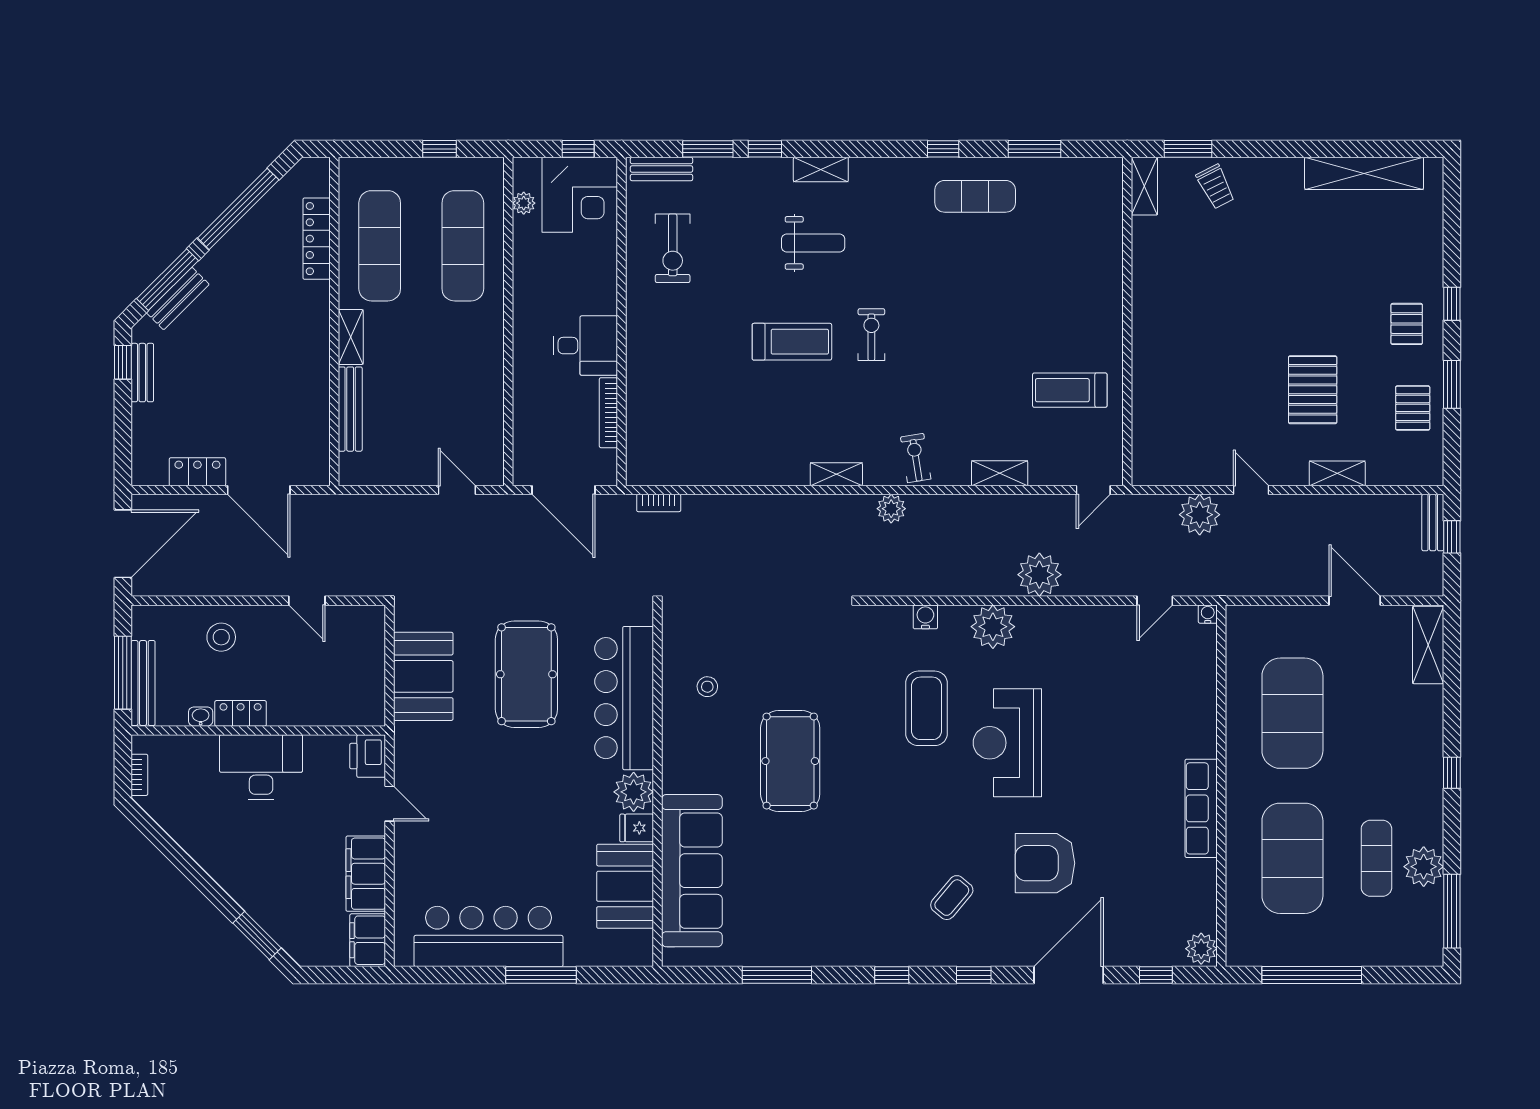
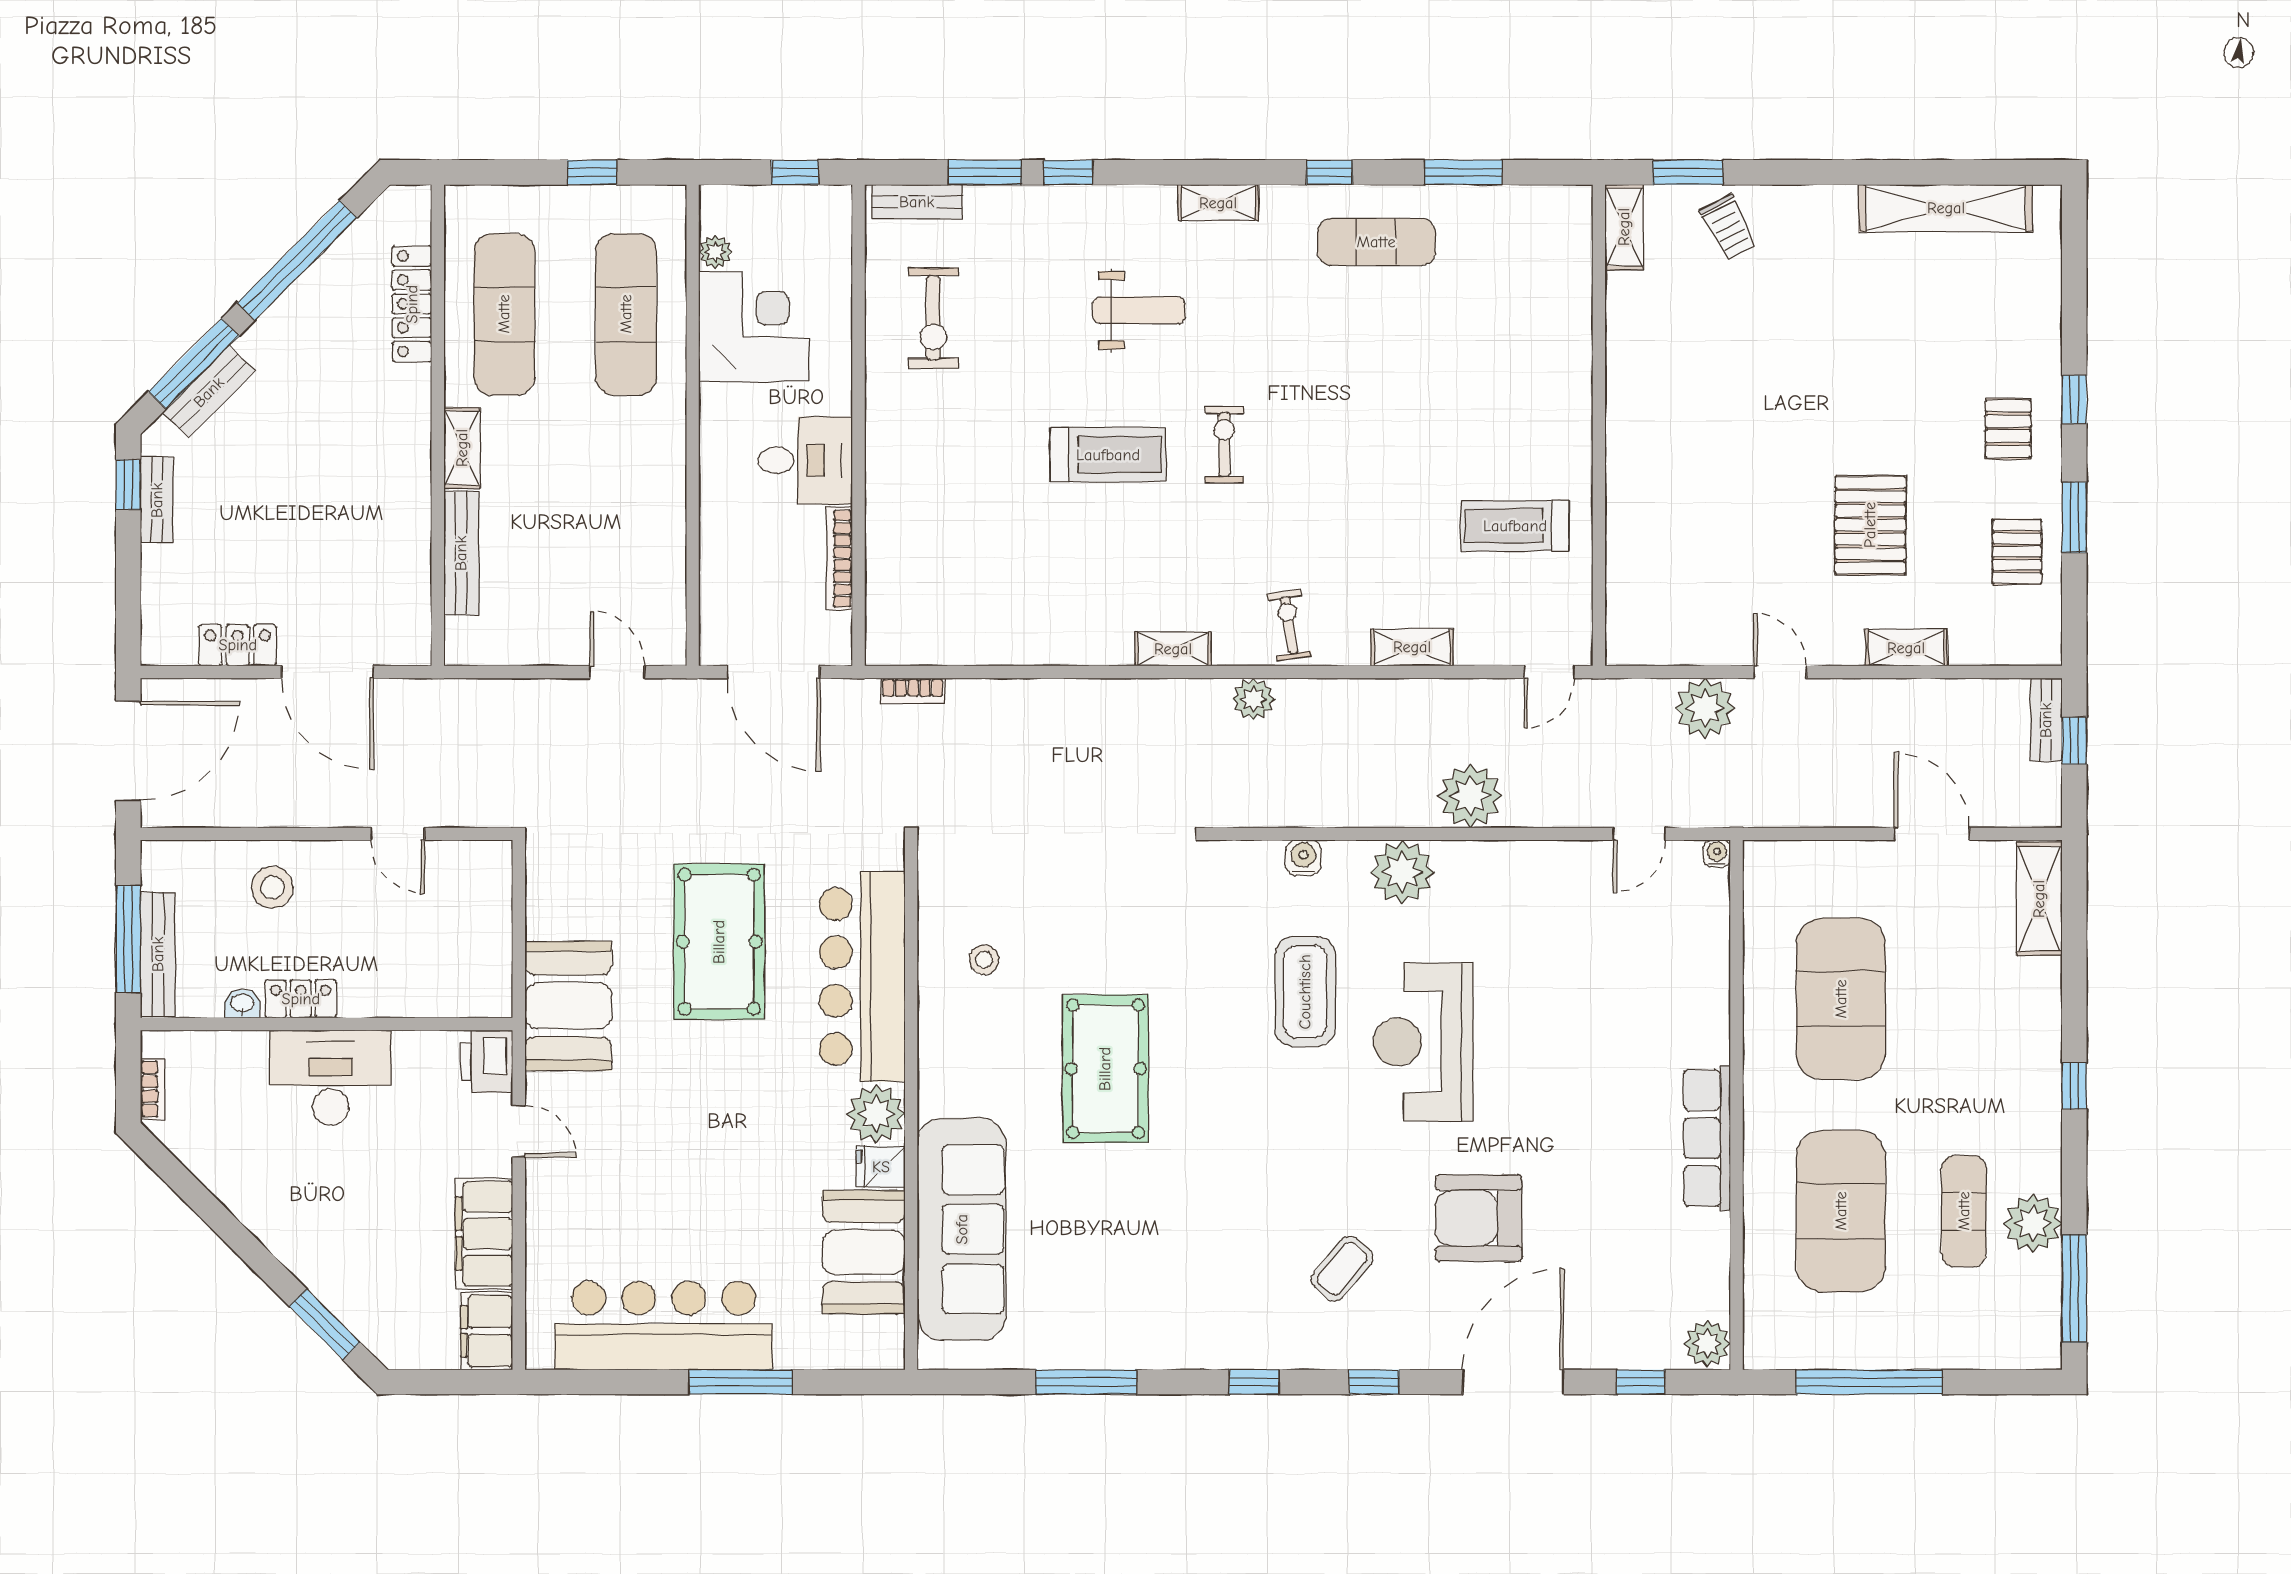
shelving: (821, 169) -> (1218, 203), moved
corner desk: (580, 195) -> (754, 327), moved, turned -90
booth: (423, 676) -> (568, 1006), moved

